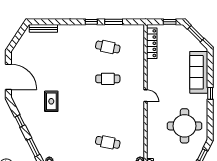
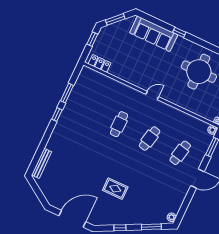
locker: (152, 43) -> (100, 63), width x0.66
cafe table: (108, 47) -> (150, 138), moved

